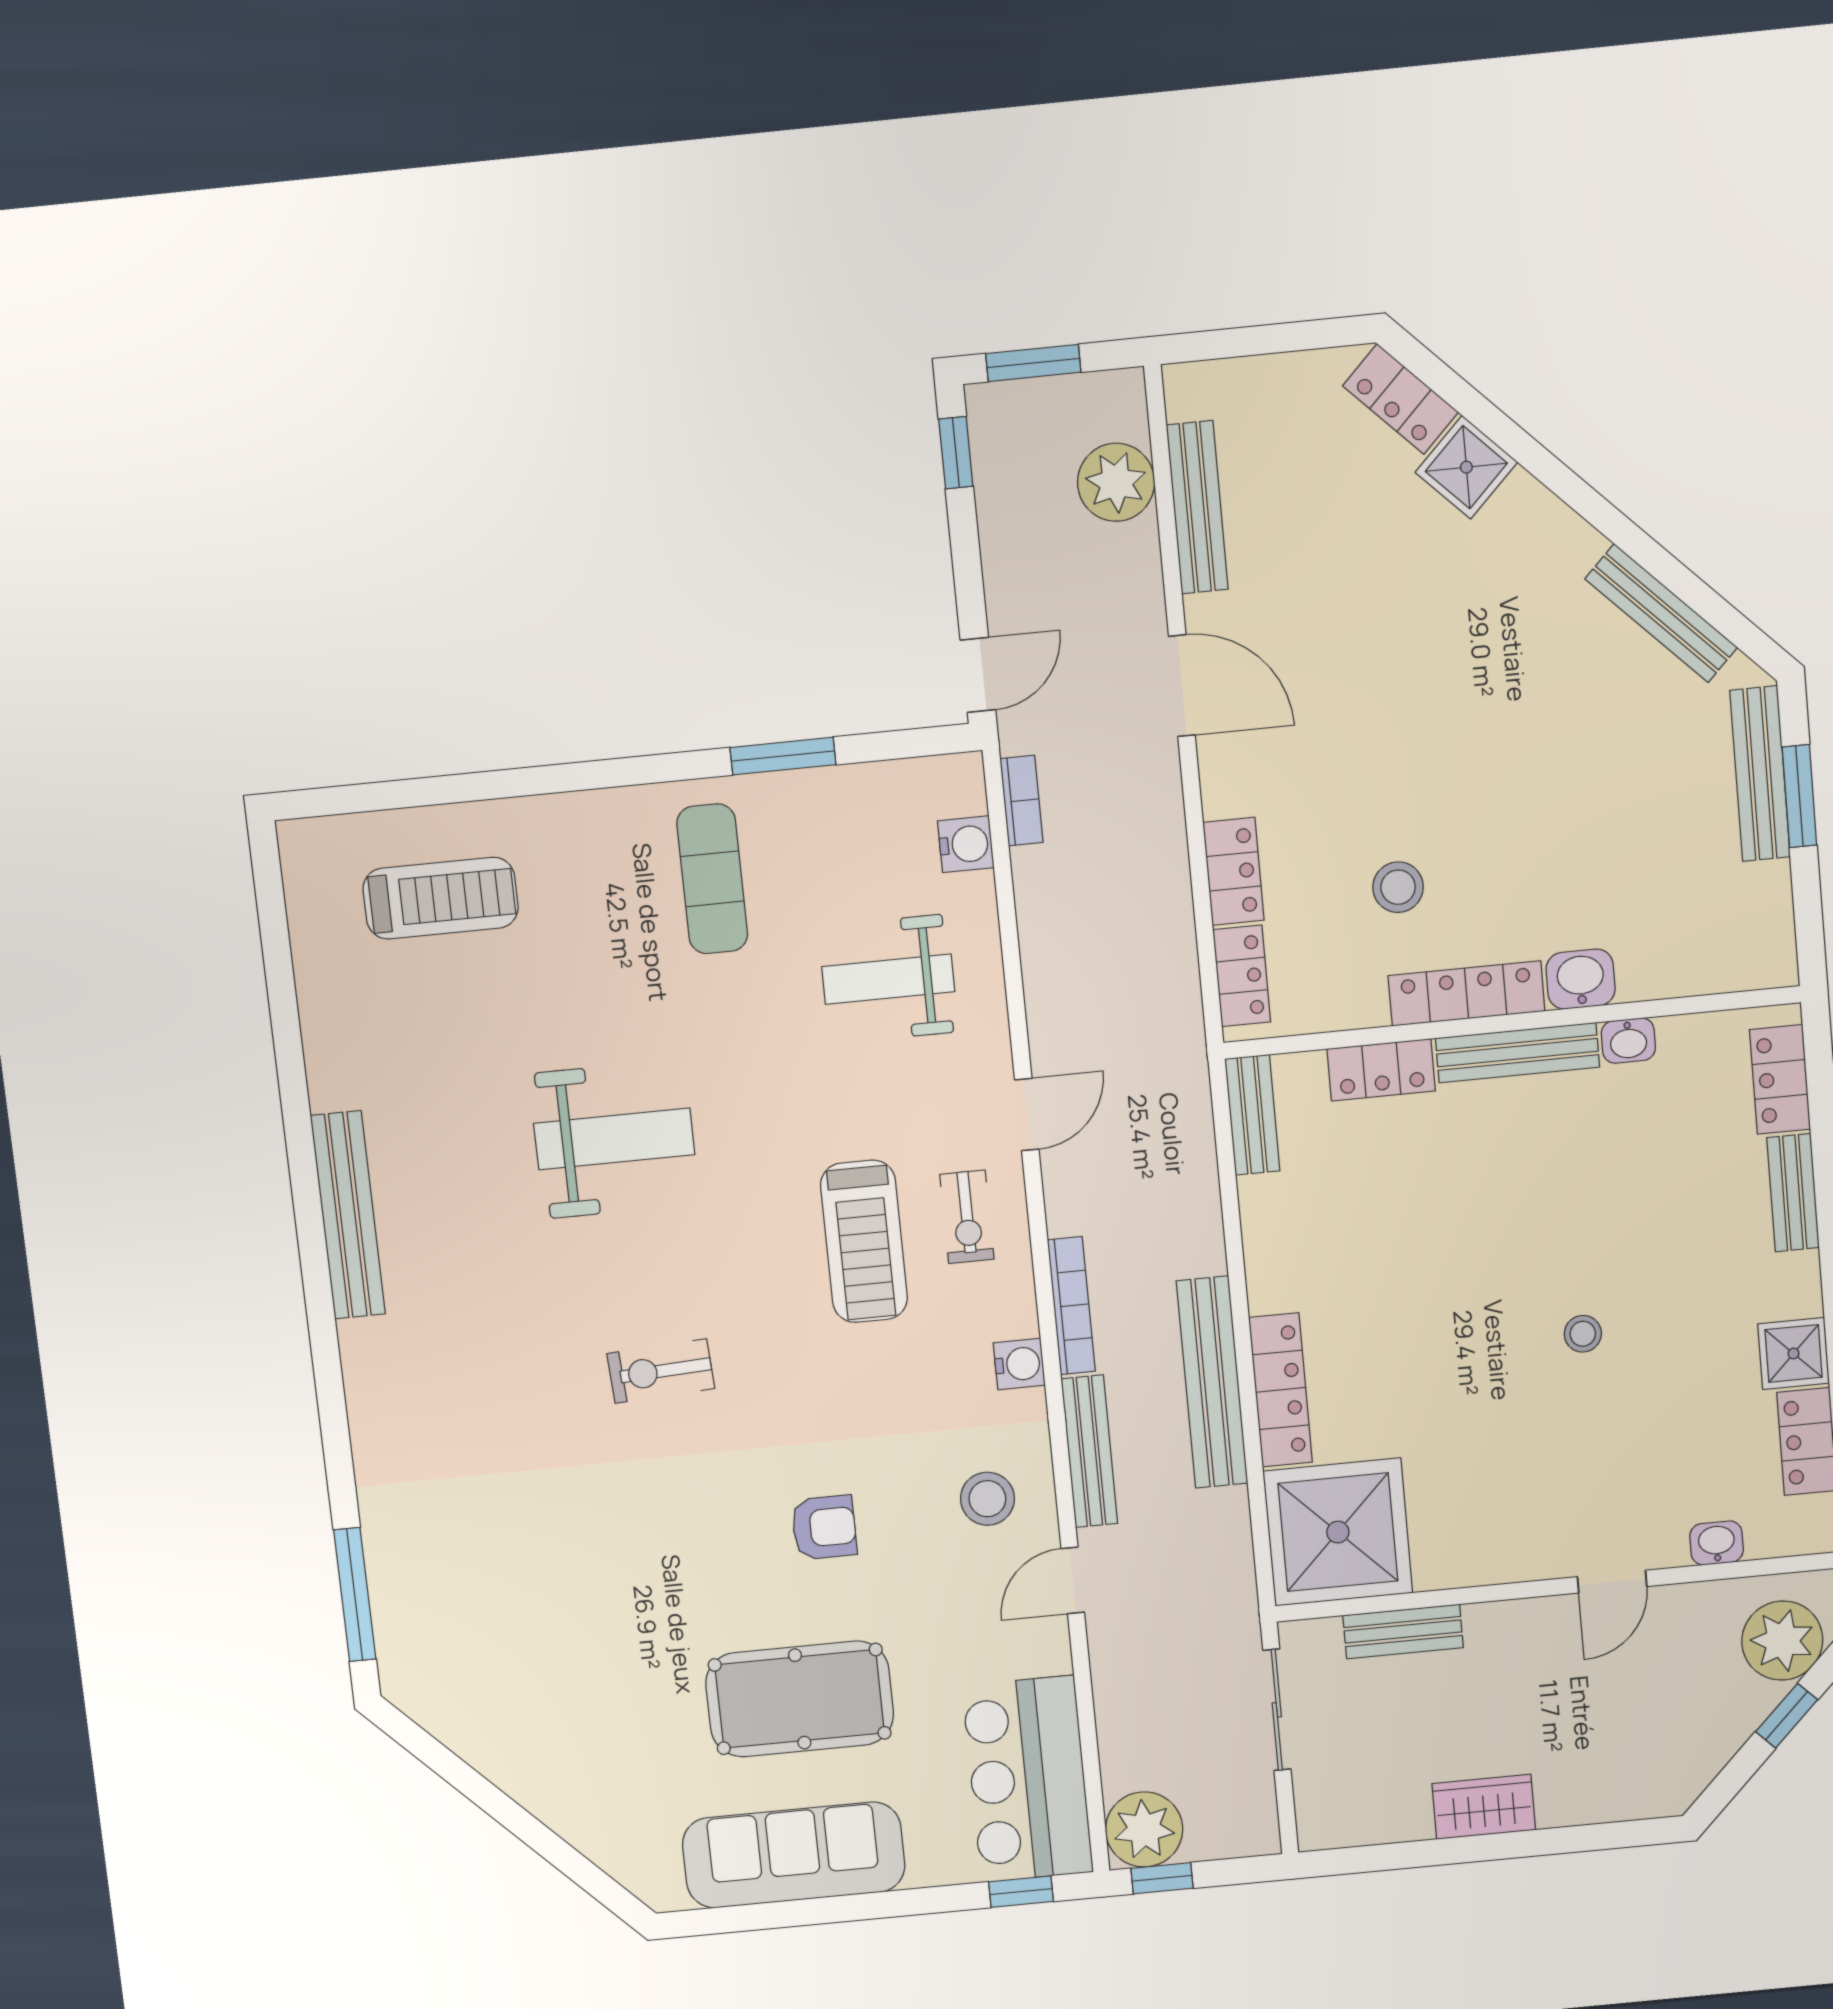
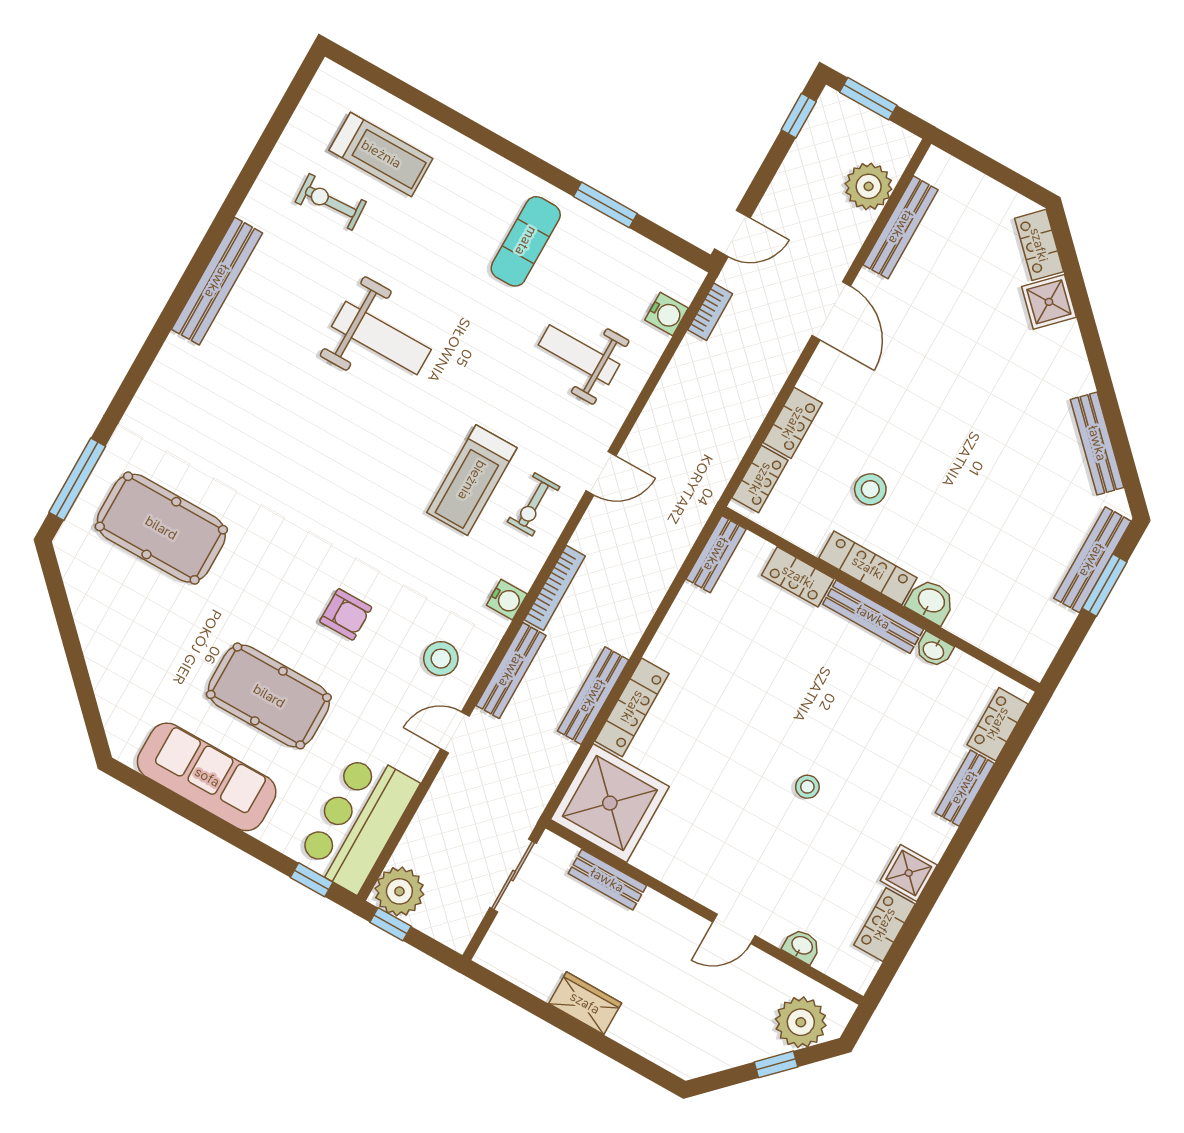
exercise bike: (661, 1371) -> (331, 202), moved
bench: (1212, 1382) -> (593, 696), width x0.73, depth x0.82
pool table: (508, 1582) -> (161, 528), added

